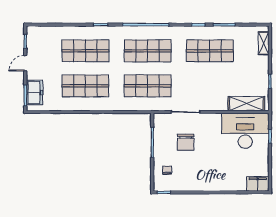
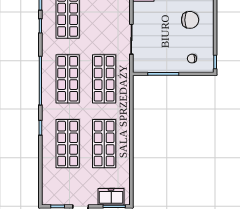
chair: (186, 142) -> (190, 20), moved

